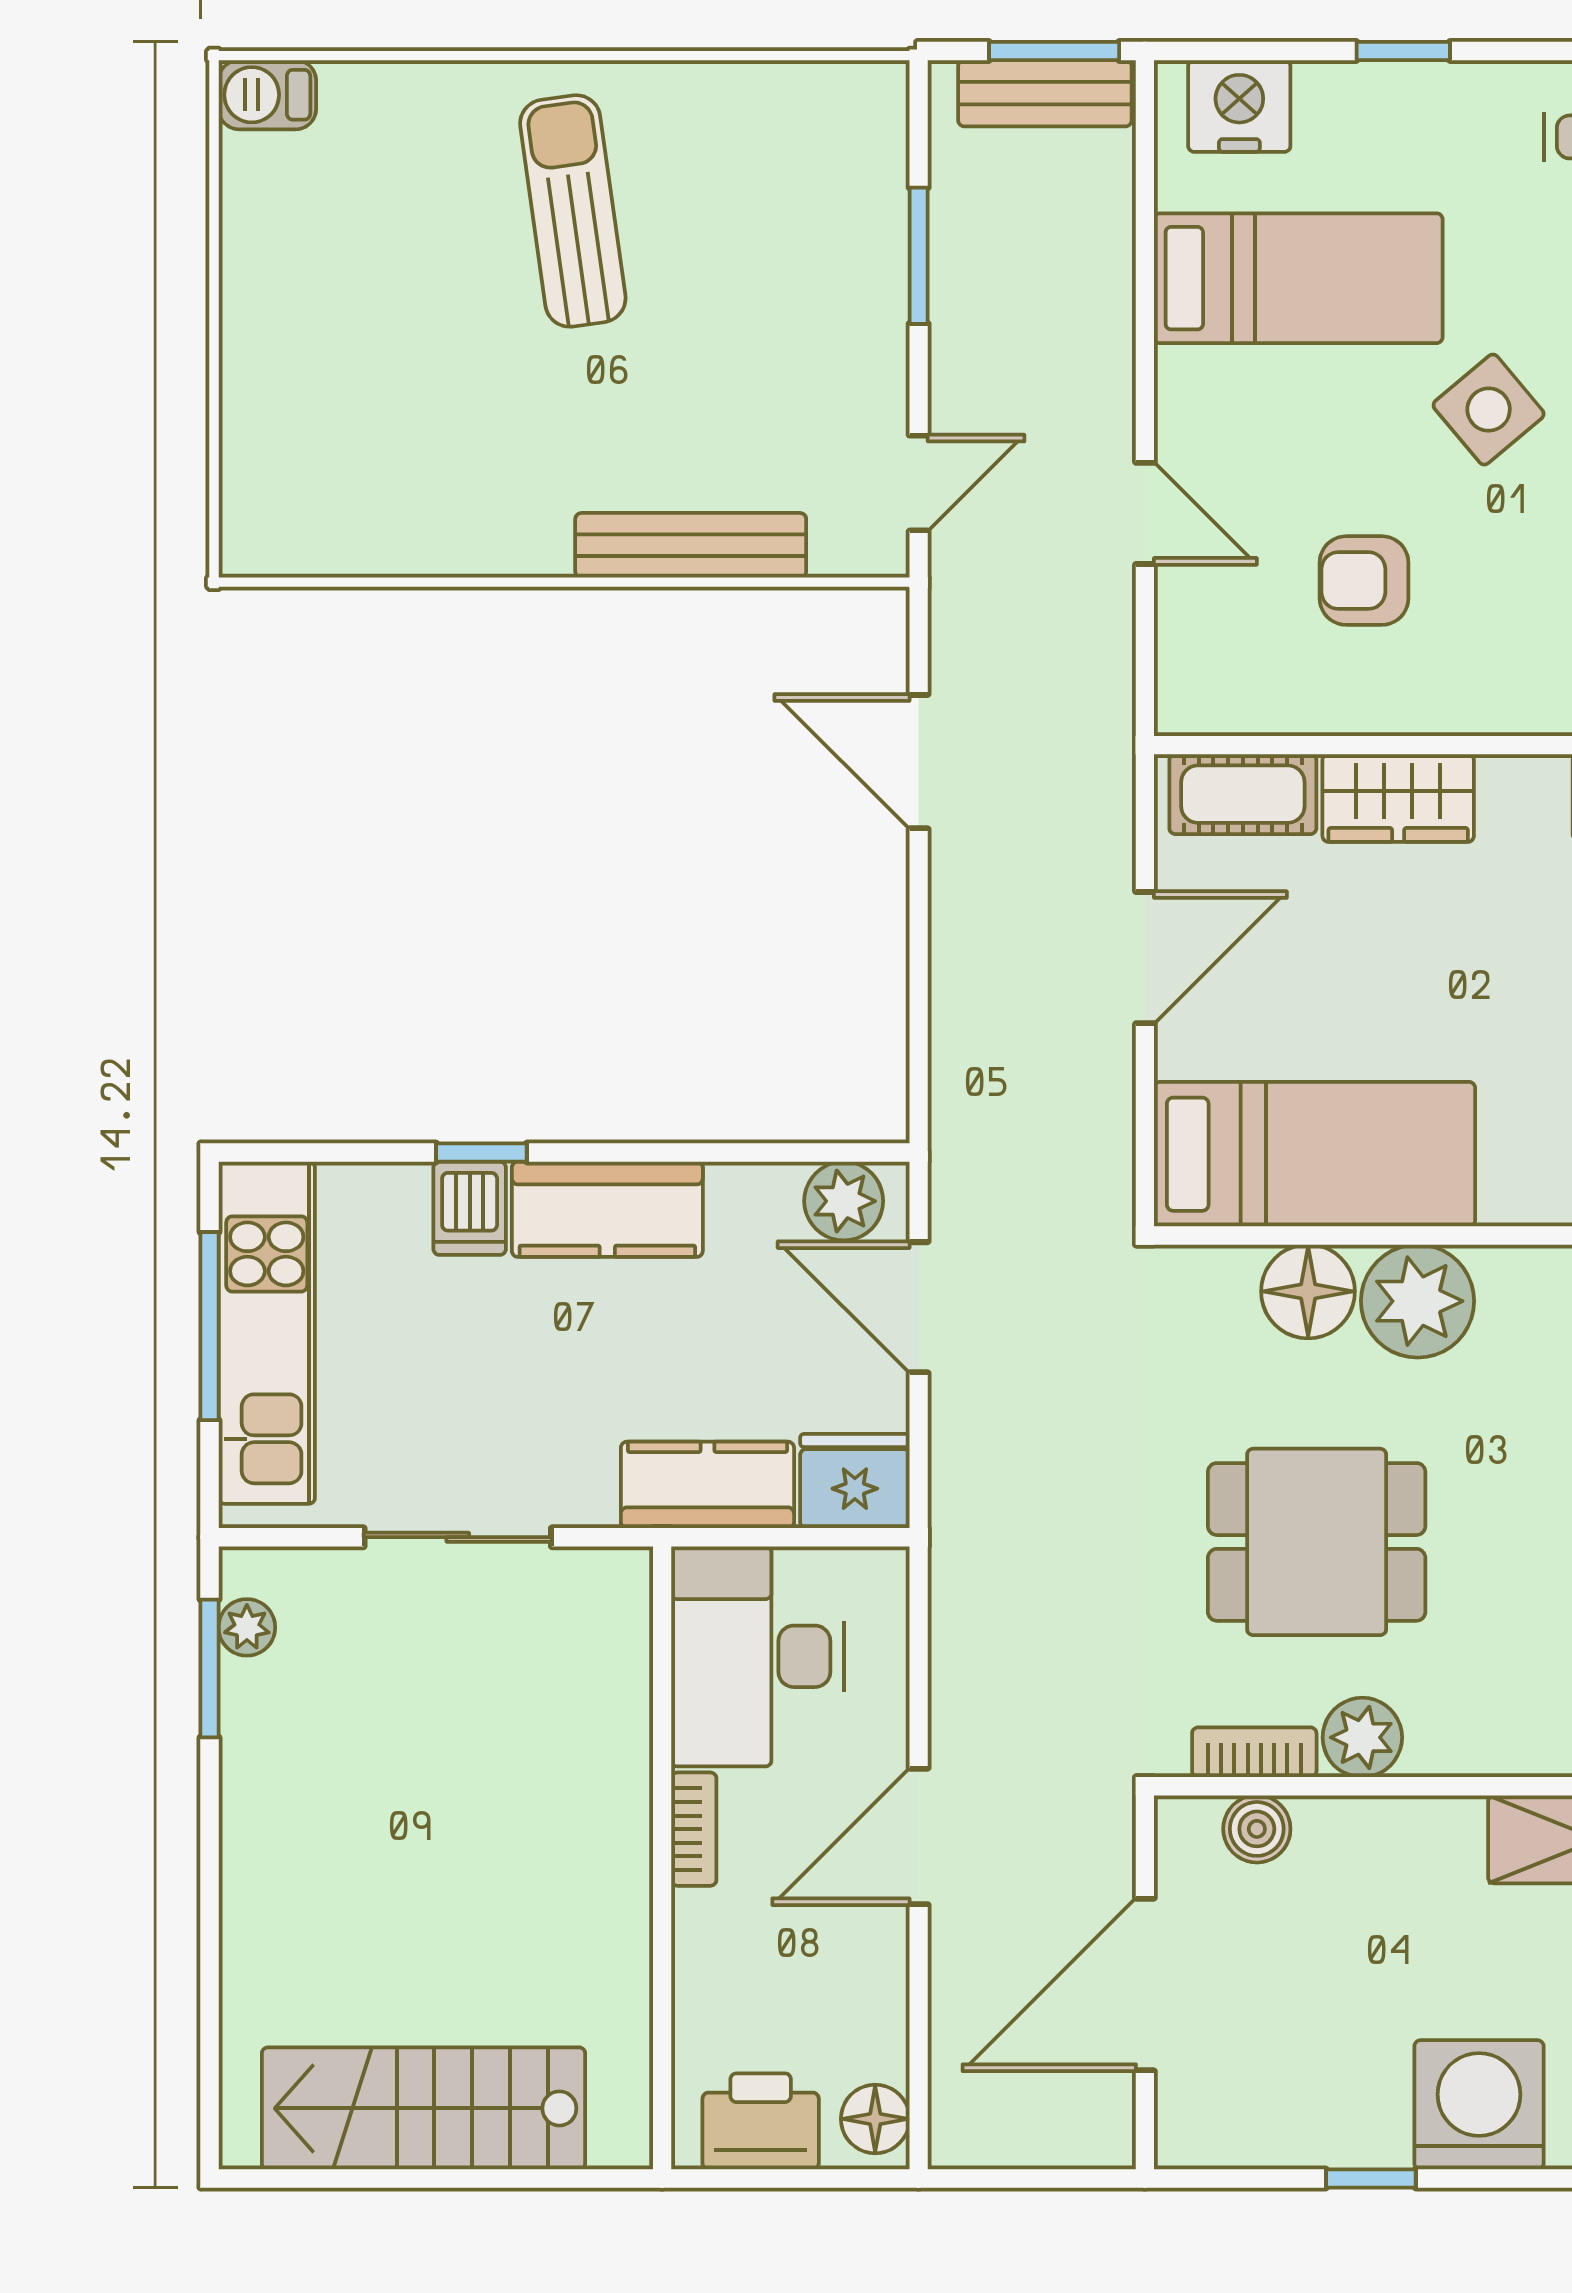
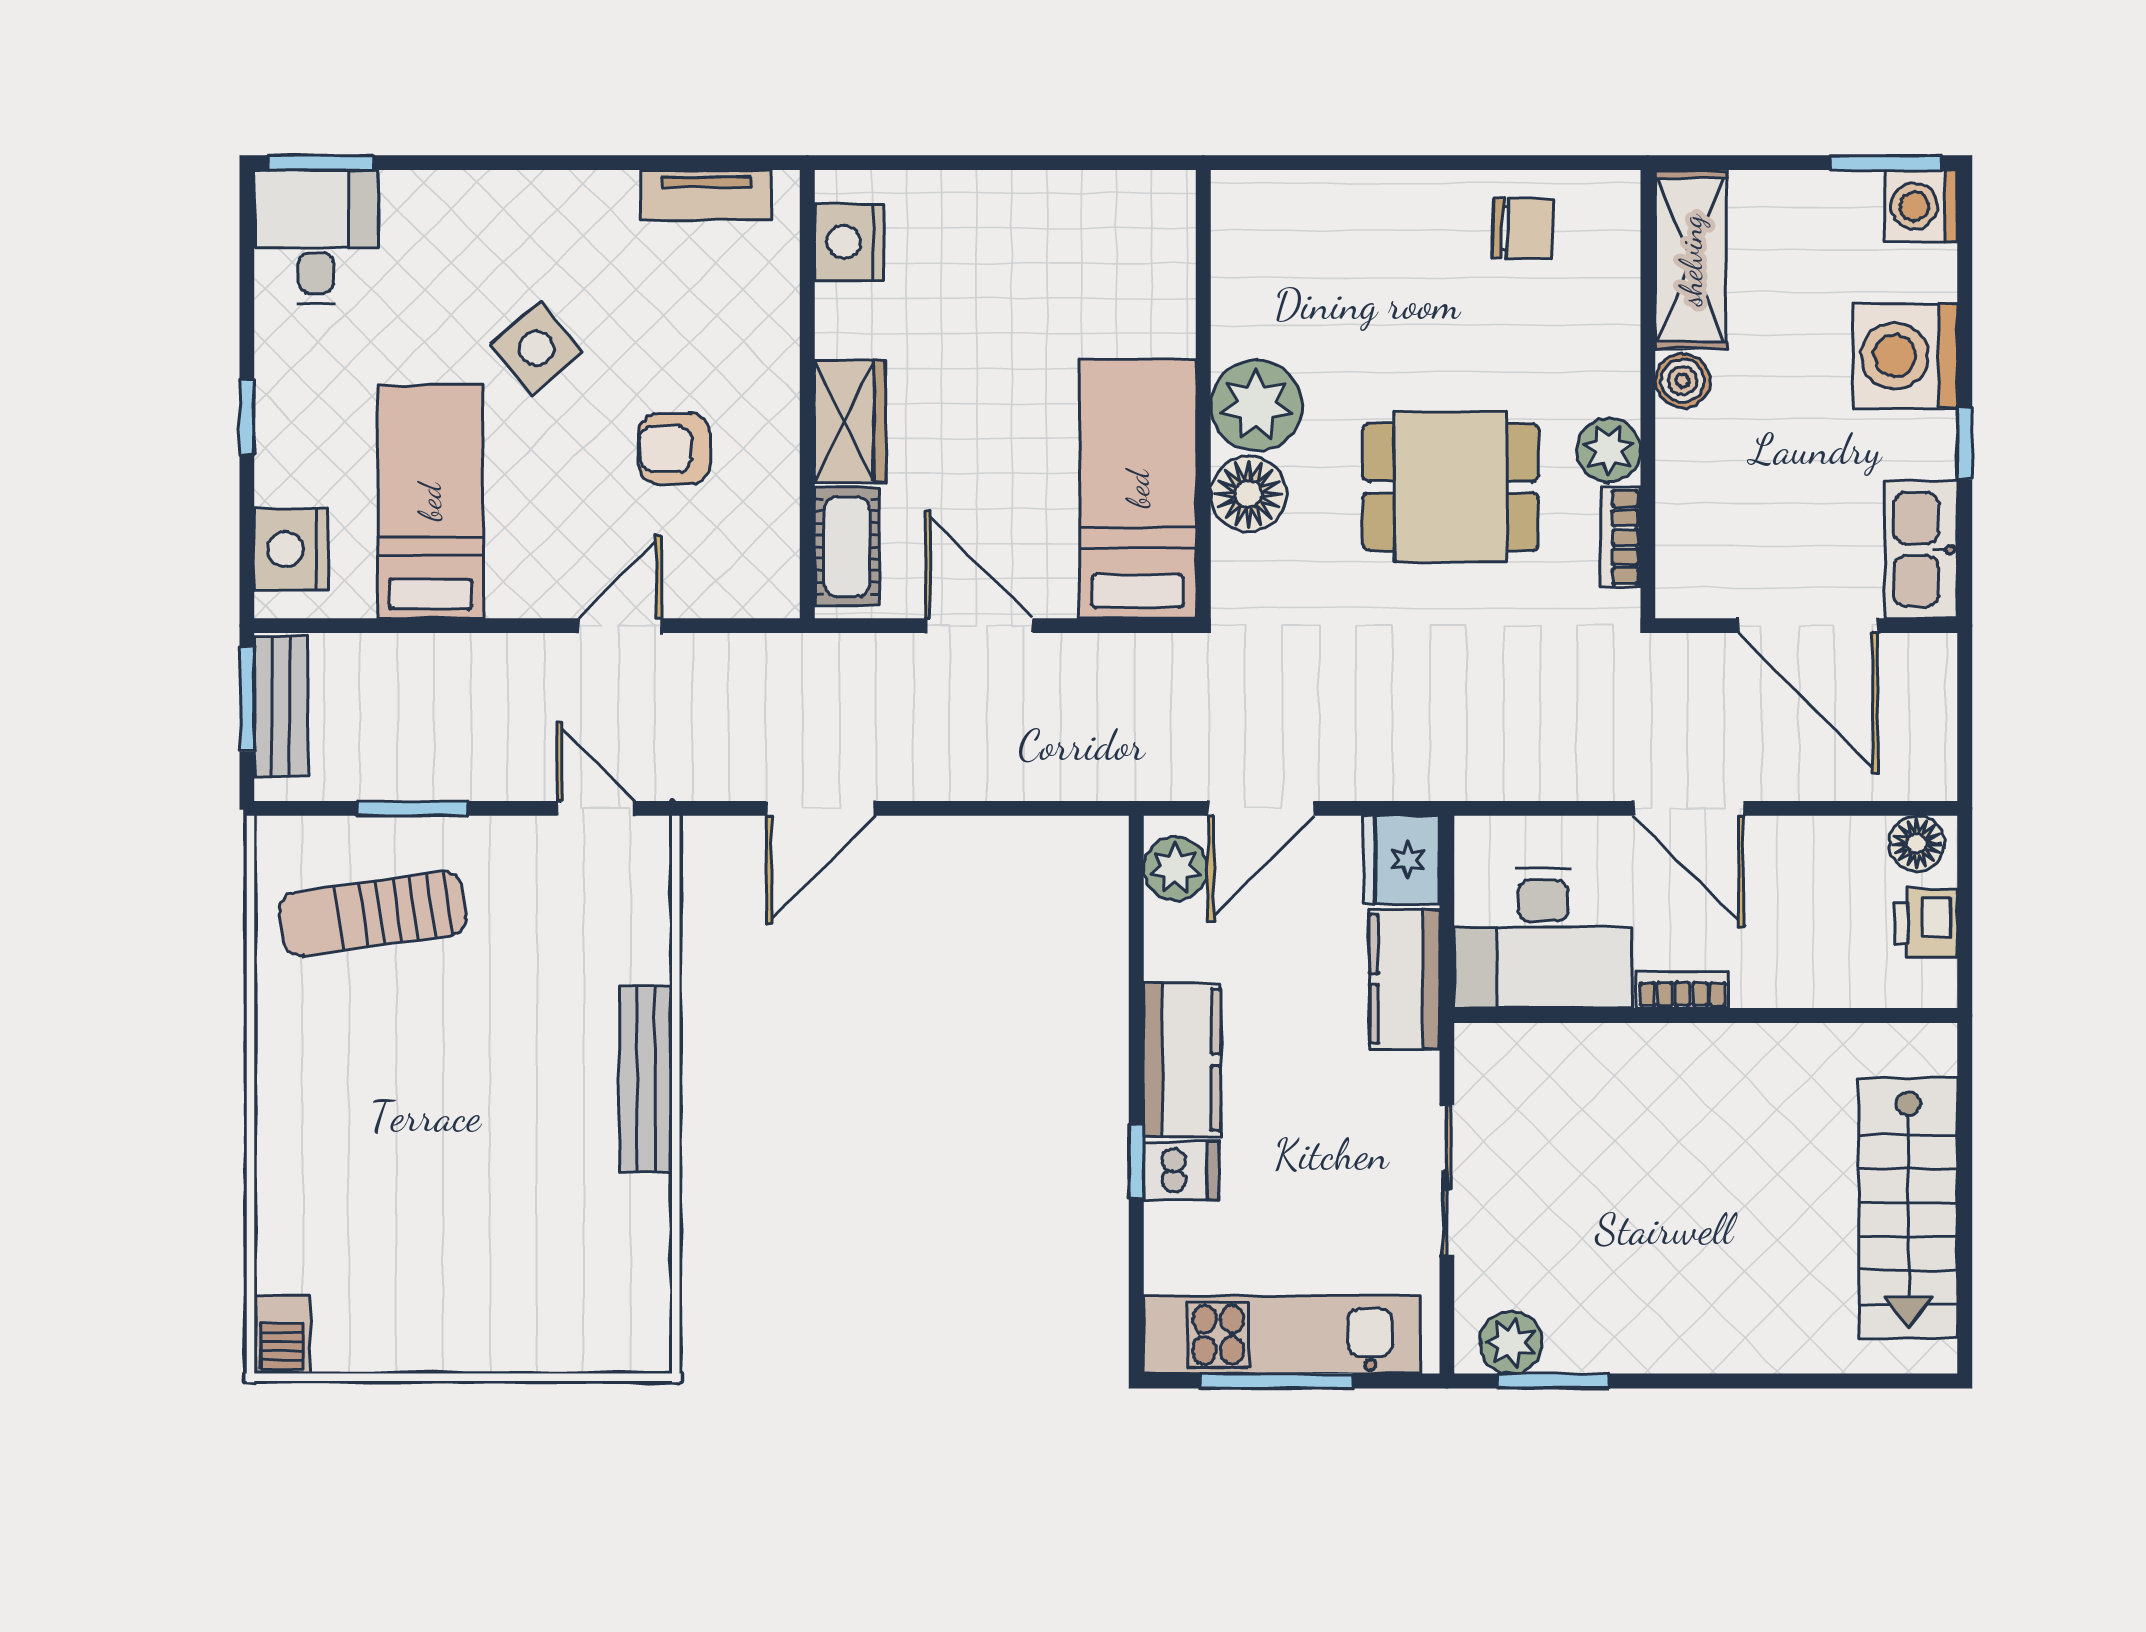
sun lounger: (573, 211) -> (373, 914), moved
bench: (691, 545) -> (646, 1080), moved
armchair: (1364, 581) -> (674, 449), turned 90
dining table: (1317, 1542) -> (1451, 487), turned 90
plant: (247, 1627) -> (1511, 1342), width x1.38, depth x1.38
boiler: (1257, 1829) -> (1682, 381), moved
printer: (761, 2121) -> (1926, 923), width x0.73, depth x0.81
kitchen sink: (1239, 2125) -> (1921, 550), added

